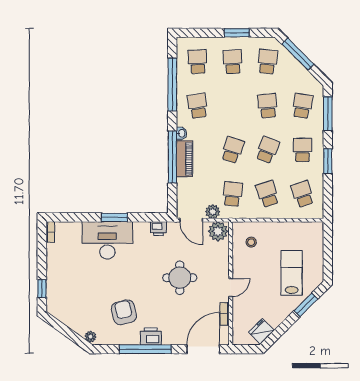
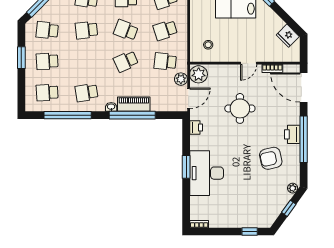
school desk: (233, 150) -> (126, 61), turned -42
door: (231, 287) -> (249, 63), swing flipped
window: (68, 332) -> (289, 208), added

